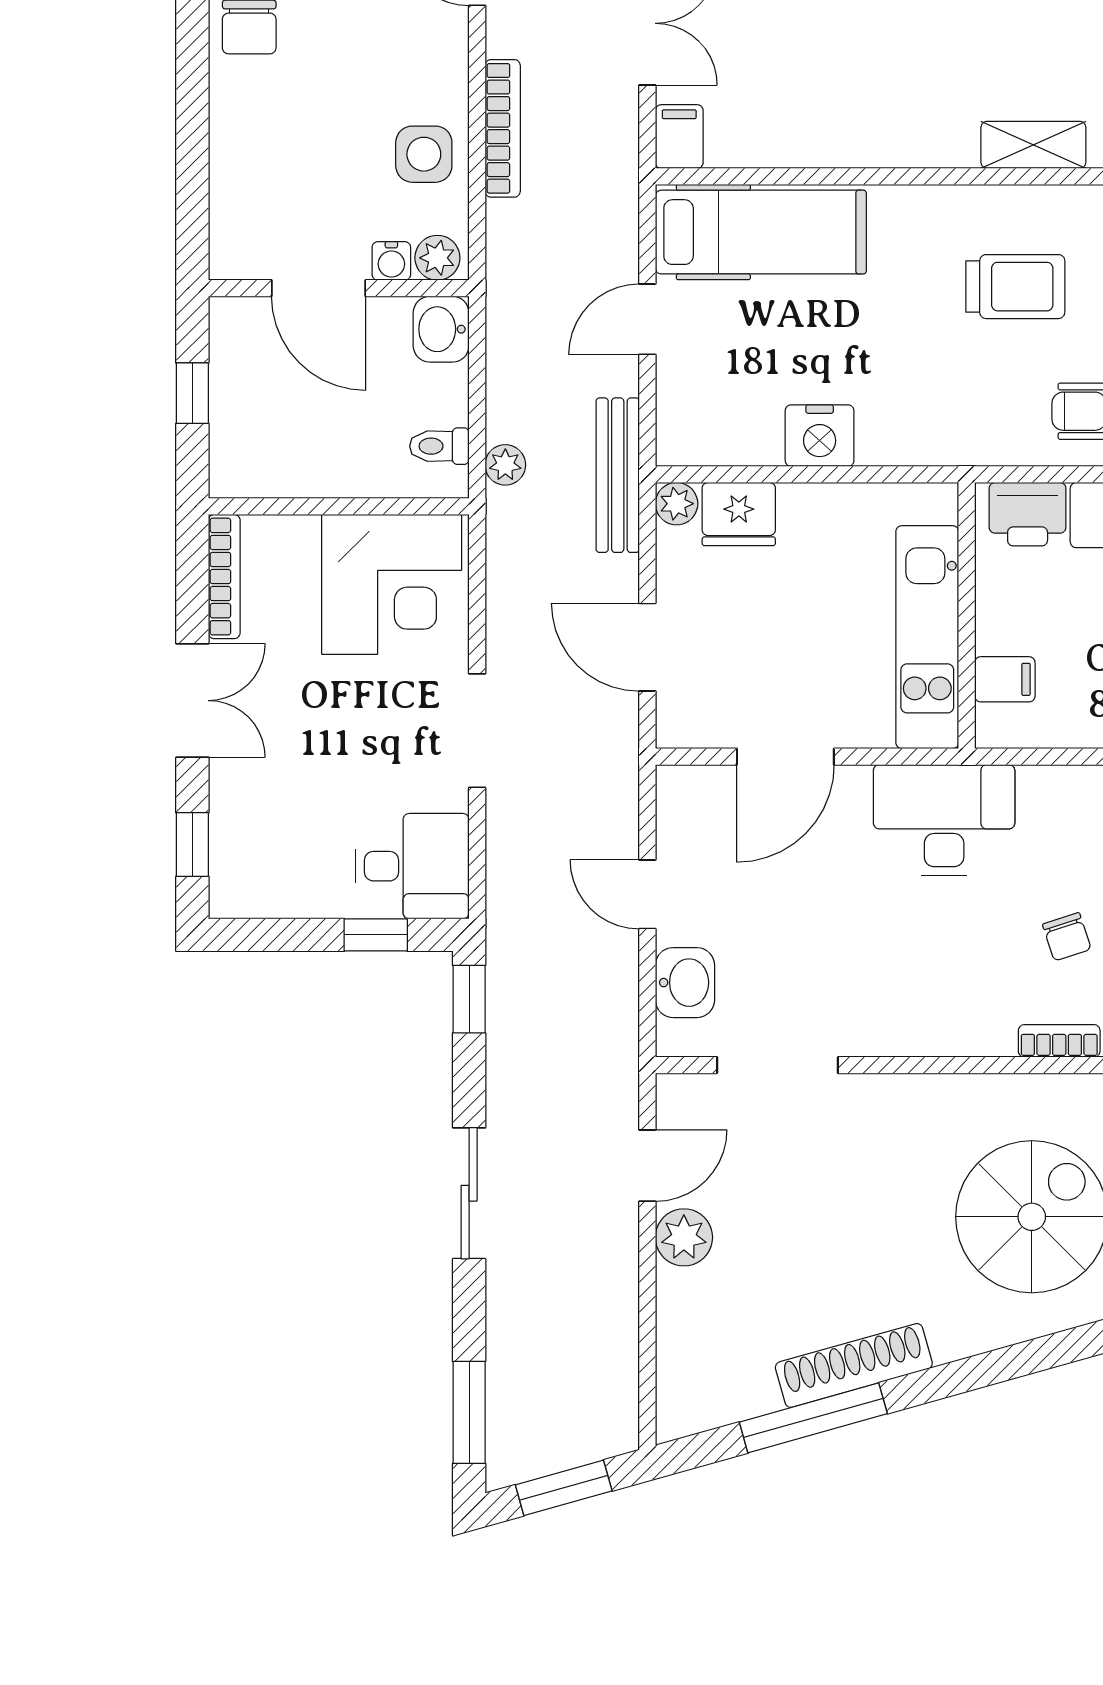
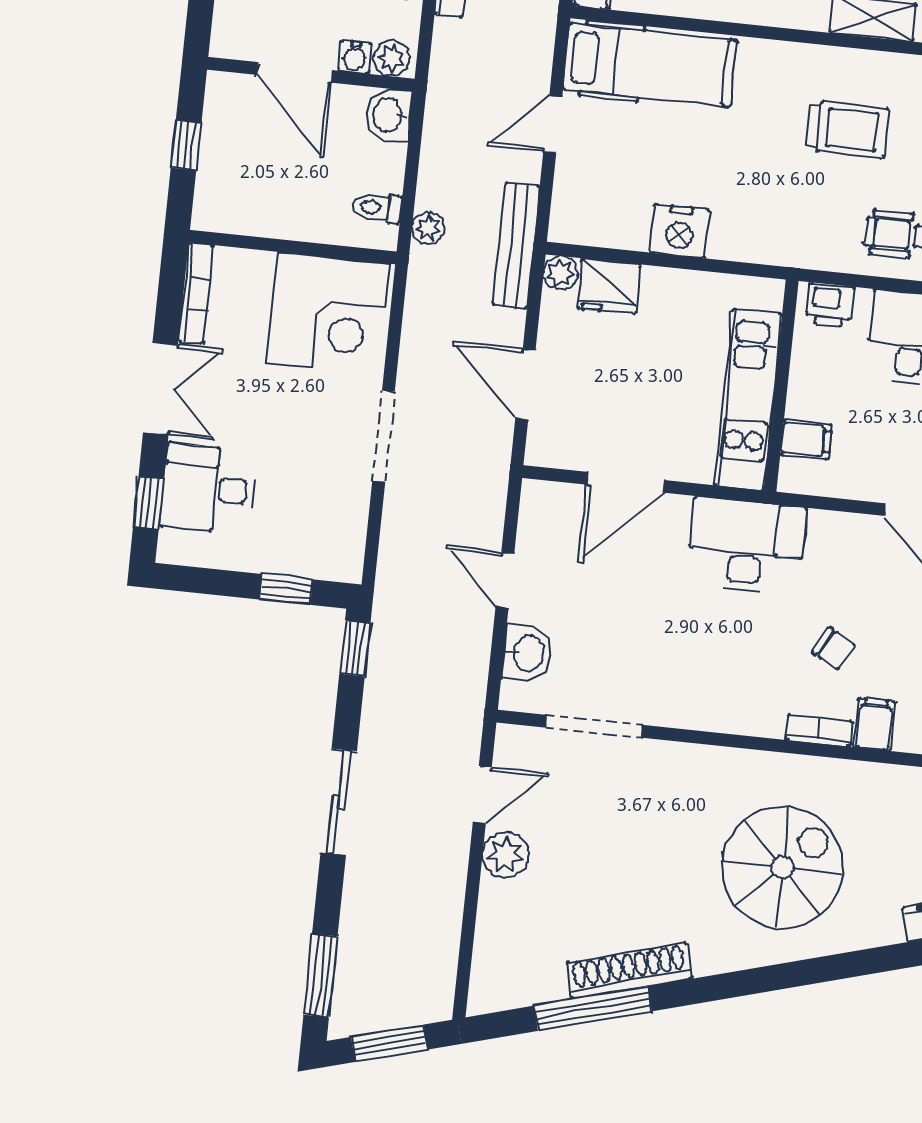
printer: (1028, 514) -> (830, 305), width x0.73, depth x0.81
desk: (412, 866) -> (208, 489), moved, turned 180
chair: (1067, 937) -> (834, 648), turned -43

